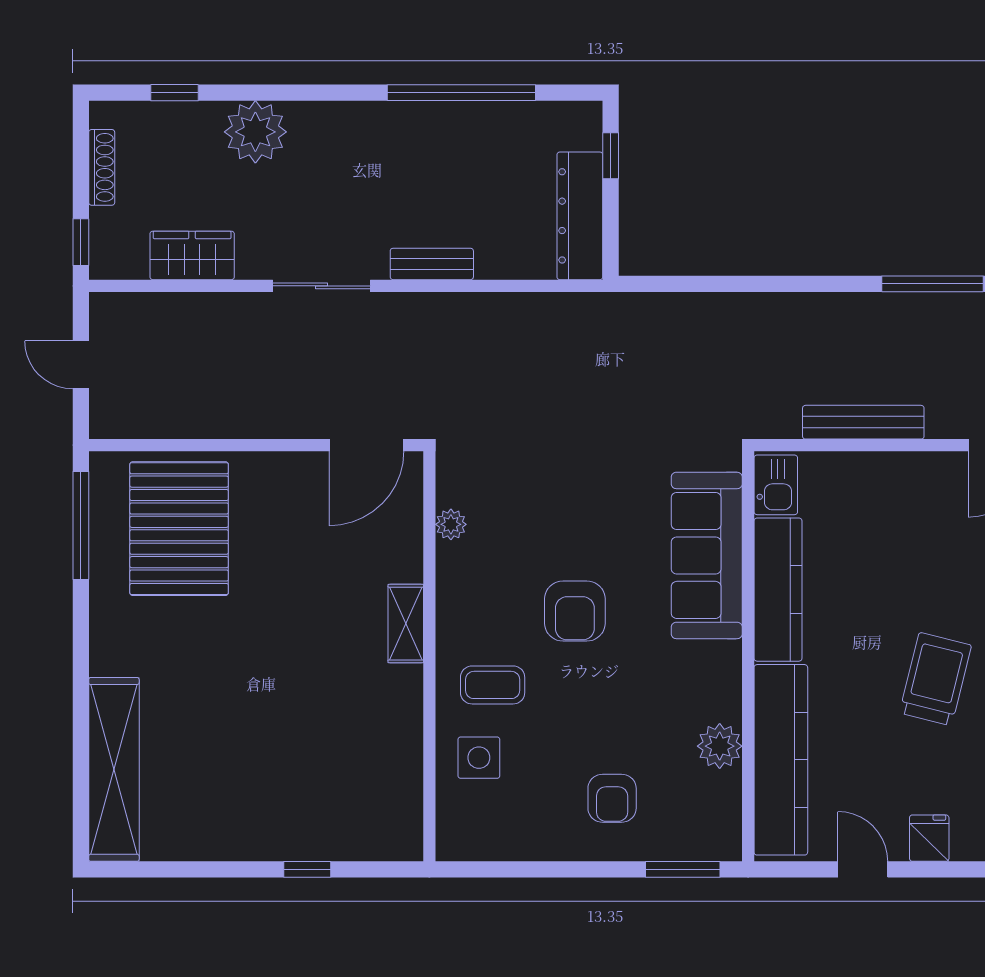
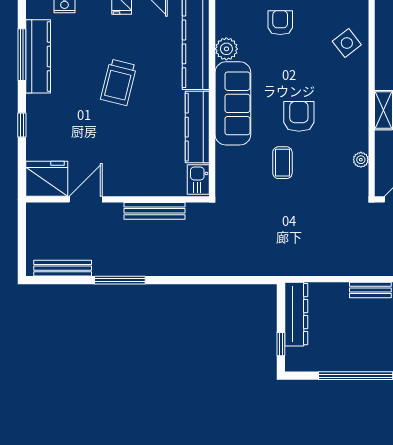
sofa: (707, 555) -> (233, 103), moved
coffee table: (493, 685) -> (282, 163), moved, turned 90
side table: (479, 758) -> (347, 43), turned -38

